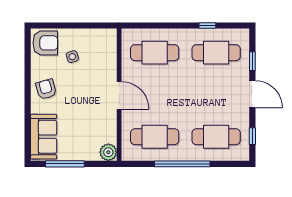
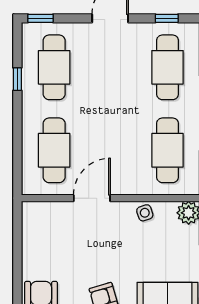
side table: (72, 57) -> (145, 213), moved
window: (252, 61) -> (40, 18), moved
door: (119, 95) -> (92, 198), moved

